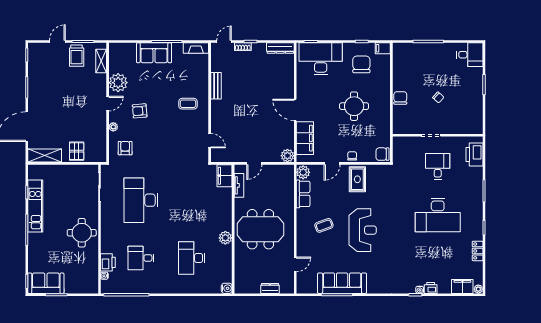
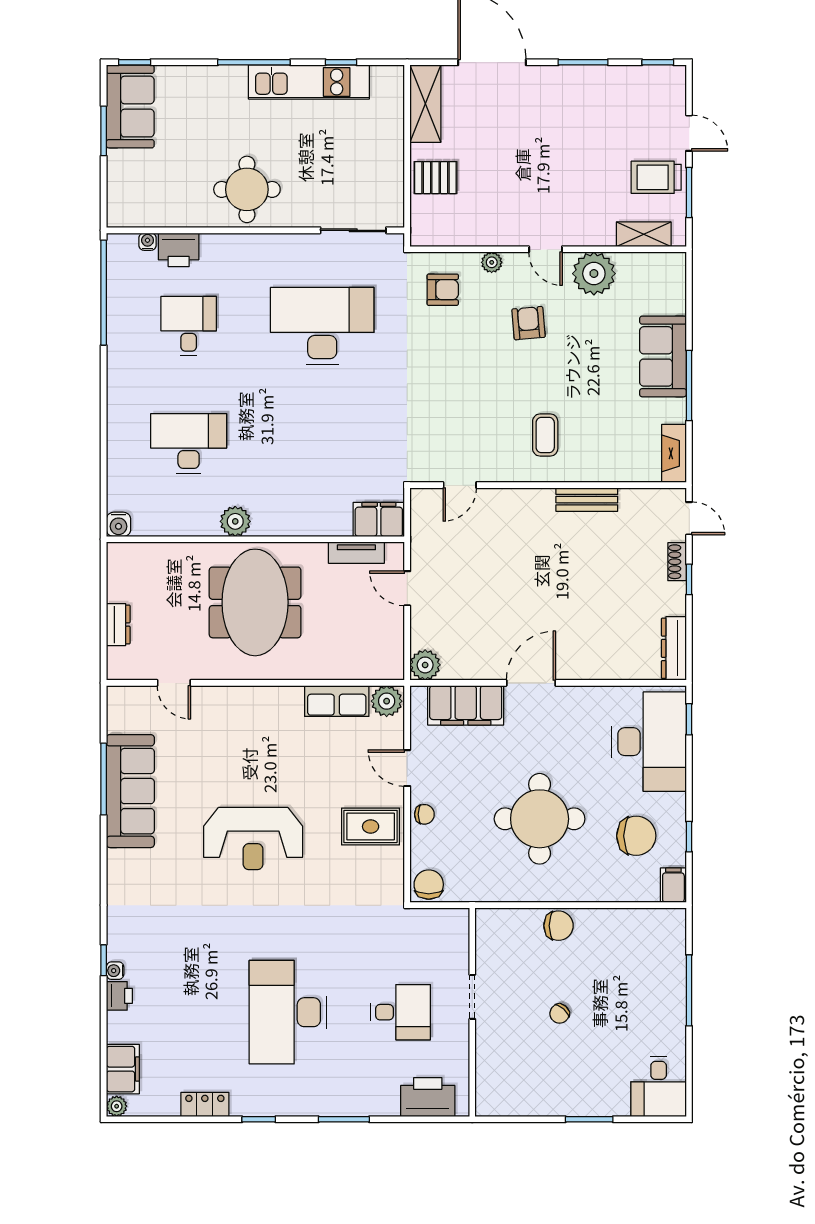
round table: (354, 106) -> (540, 819), width x1.36, depth x1.36
coffee table: (324, 225) -> (264, 749), removed

